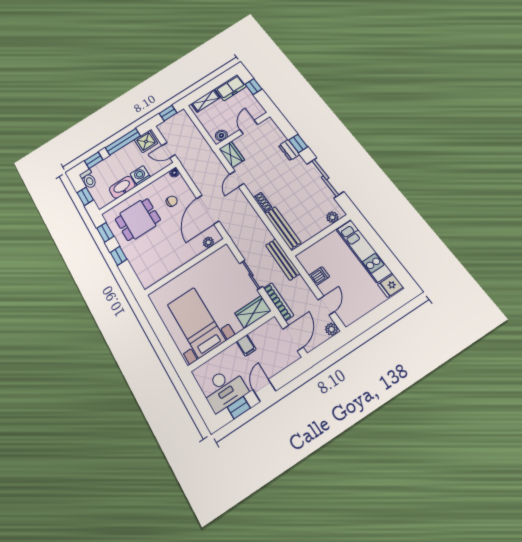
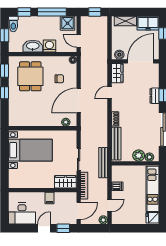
door: (249, 127) -> (141, 61), width x1.88
dining table: (138, 219) -> (30, 76), turned 90
plant: (319, 224) -> (139, 155), added
bed with nightstands: (196, 322) -> (30, 150), moved, turned 90
window: (239, 408) -> (63, 228), moved

